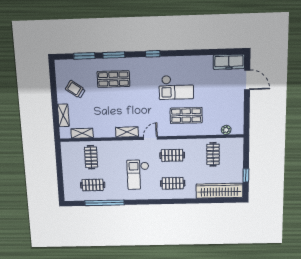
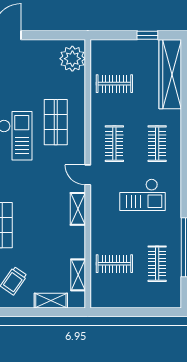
plant: (226, 130) -> (72, 59), width x1.88, depth x1.88

